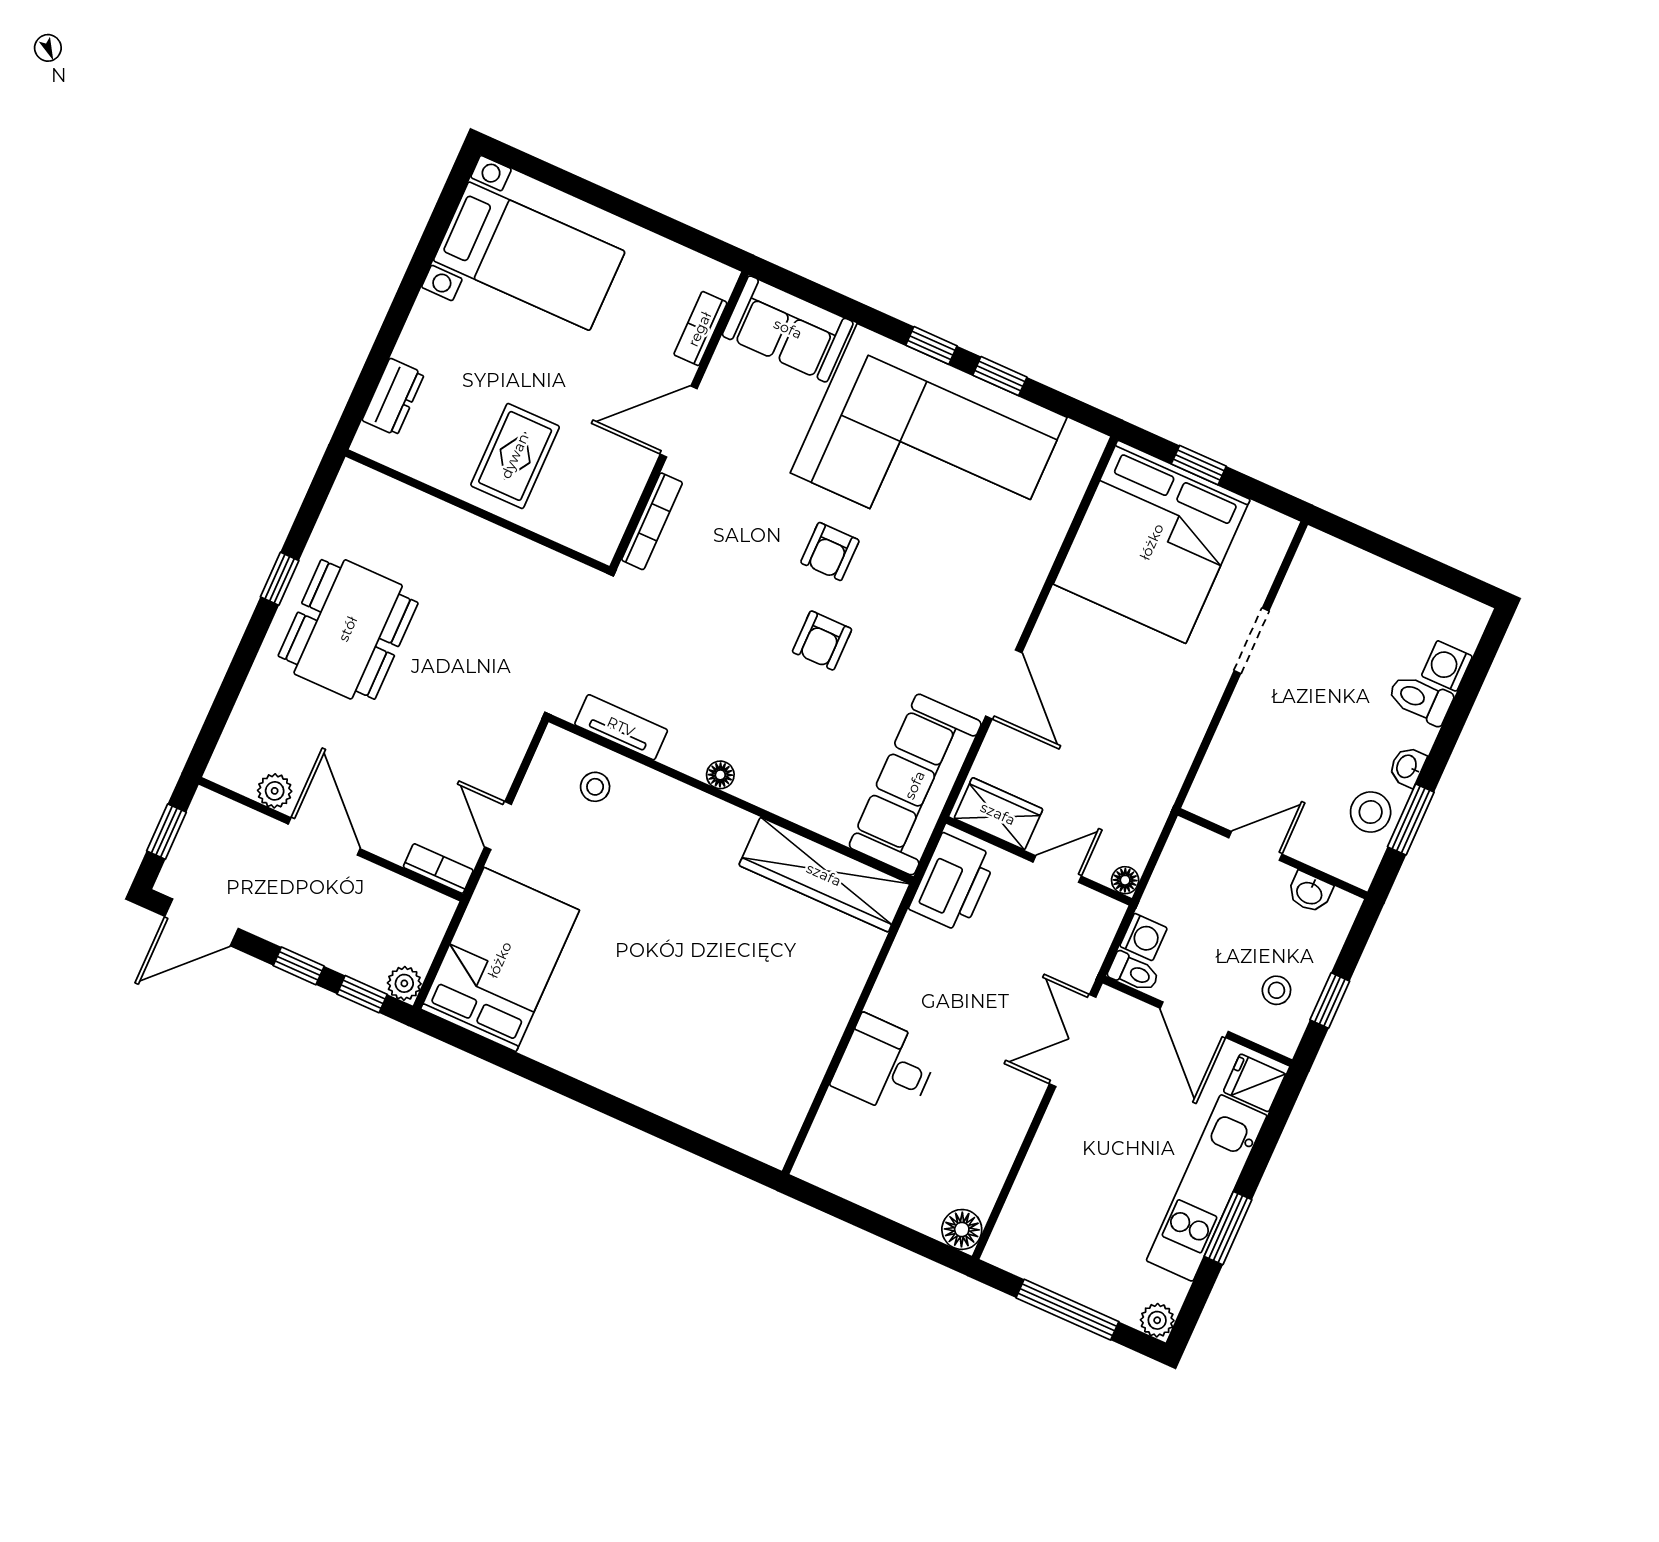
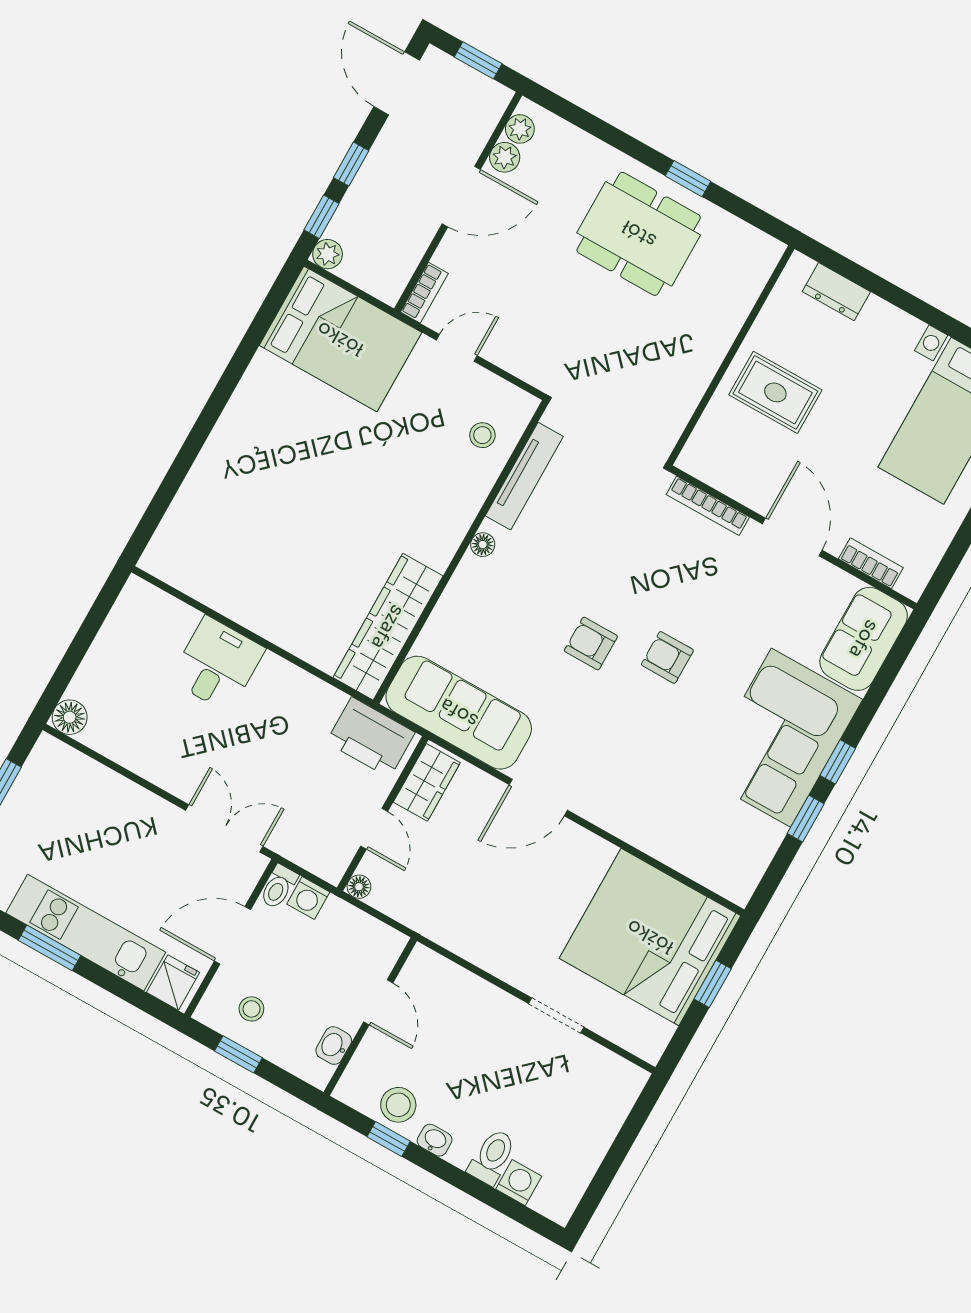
corner sofa: (929, 445) -> (781, 738), width x0.73, depth x0.74
tv unit: (621, 727) -> (524, 476), width x1.41
plant: (241, 776) -> (520, 129), added
window: (1411, 820) -> (389, 1139), width x0.67

